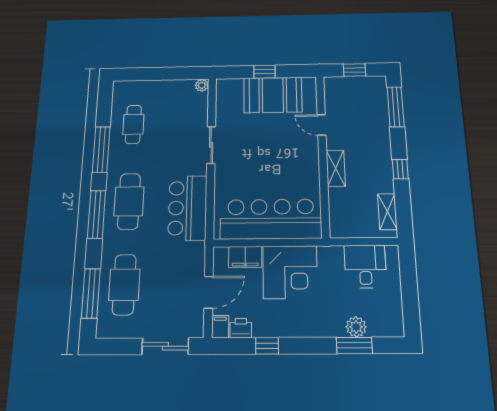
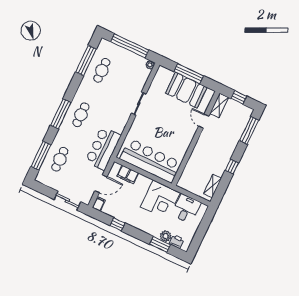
window: (265, 72) -> (189, 74), width x2.17
window: (160, 74) -> (130, 46), added
window: (101, 150) -> (86, 61), moved
shelving: (336, 168) -> (219, 105), moved
cafe table: (129, 201) -> (81, 115), width x0.73, depth x0.74
bar counter: (188, 208) -> (103, 148), moved
corner desk: (290, 272) -> (160, 200), moved
cafe table: (124, 285) -> (60, 159), width x0.73, depth x0.74
printer: (241, 328) -> (177, 242), moved

